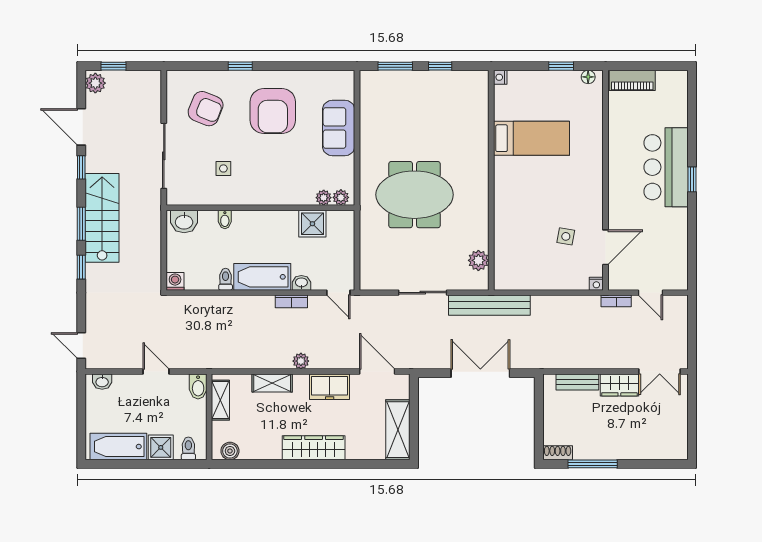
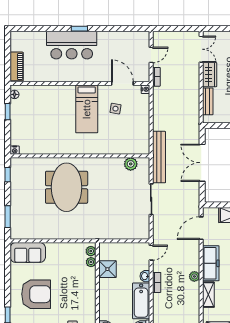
window: (440, 66) -> (8, 175), moved
sofa: (339, 128) -> (28, 253), moved
bed: (532, 138) -> (87, 109), moved, turned 180
meeting table: (415, 195) -> (67, 187), moved
freezer: (330, 387) -> (211, 263), width x1.40

